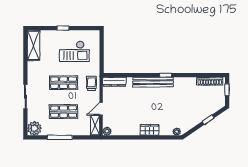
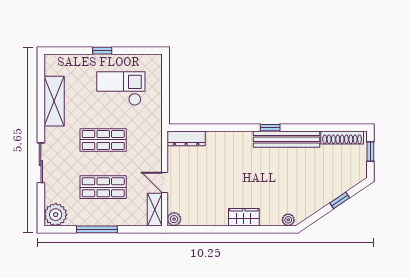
shelving: (34, 45) -> (54, 101), moved
checkout: (74, 51) -> (121, 89), turned 180
bench: (153, 82) -> (286, 139), moved
trolley: (91, 83) -> (149, 141), removed
door: (101, 109) -> (165, 182), hinge flipped

